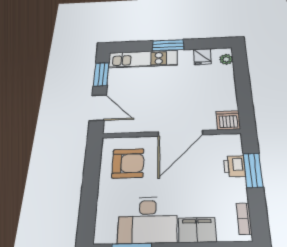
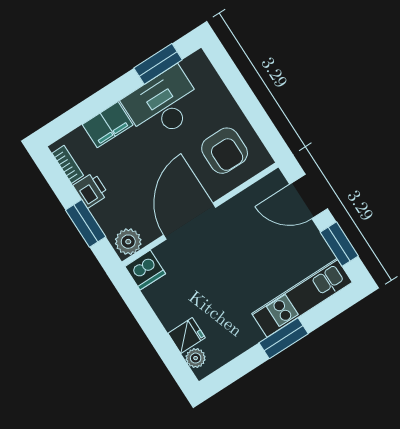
fridge: (202, 57) -> (187, 335), moved, turned 90
plant: (229, 143) -> (128, 242), added
armchair: (128, 163) -> (225, 151), turned -90
printer: (234, 166) -> (91, 190), moved

